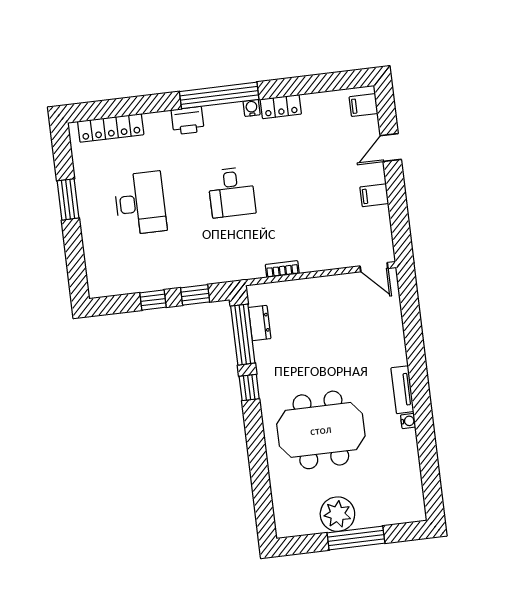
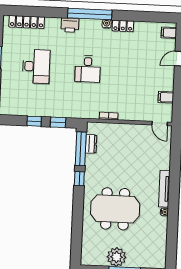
filing cabinet: (374, 195) -> (166, 97), moved
tv unit: (402, 390) -> (164, 189), width x1.41

